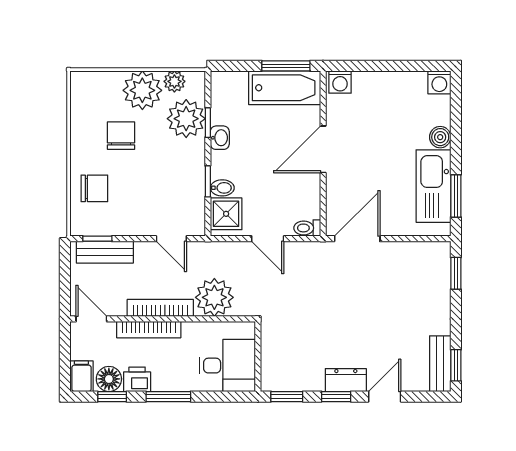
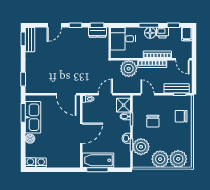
plant: (174, 81) -> (178, 159), moved, width x1.88, depth x1.88
washing machine: (340, 82) -> (41, 163), moved
chair: (121, 136) -> (153, 121), moved
door: (268, 239) -> (105, 94), hinge flipped
door: (357, 239) -> (66, 94), hinge flipped
floor lamp: (109, 379) -> (150, 33), moved
dresser: (346, 380) -> (98, 32), moved

